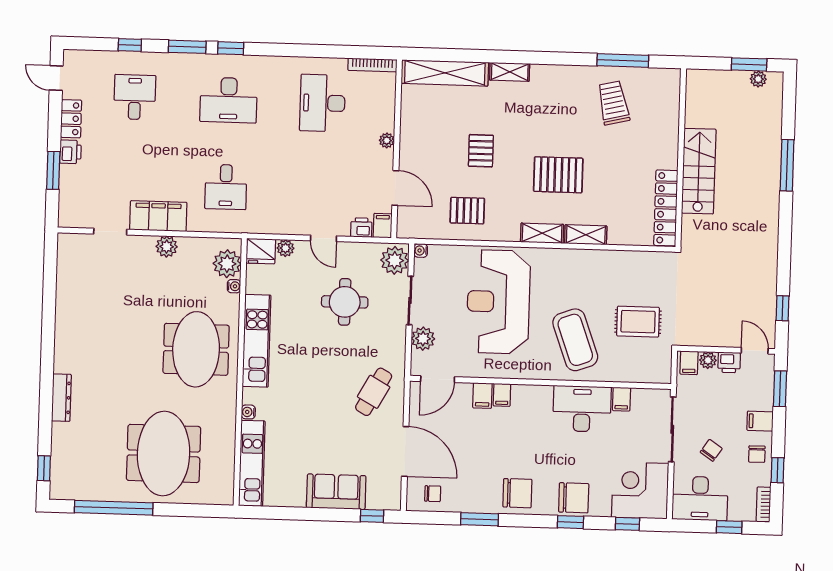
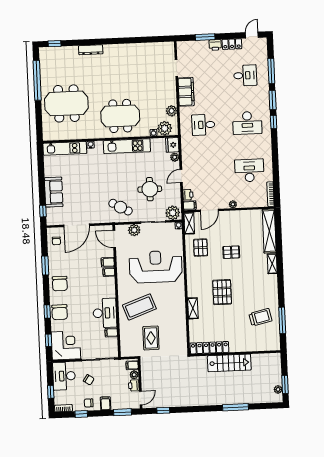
window: (130, 45) -> (271, 71), width x2.17
desk: (229, 100) -> (247, 123), turned -90
shelving: (542, 233) -> (189, 223), moved
plant: (167, 247) -> (172, 111), moved
cafe table: (374, 392) -> (121, 207), moved

